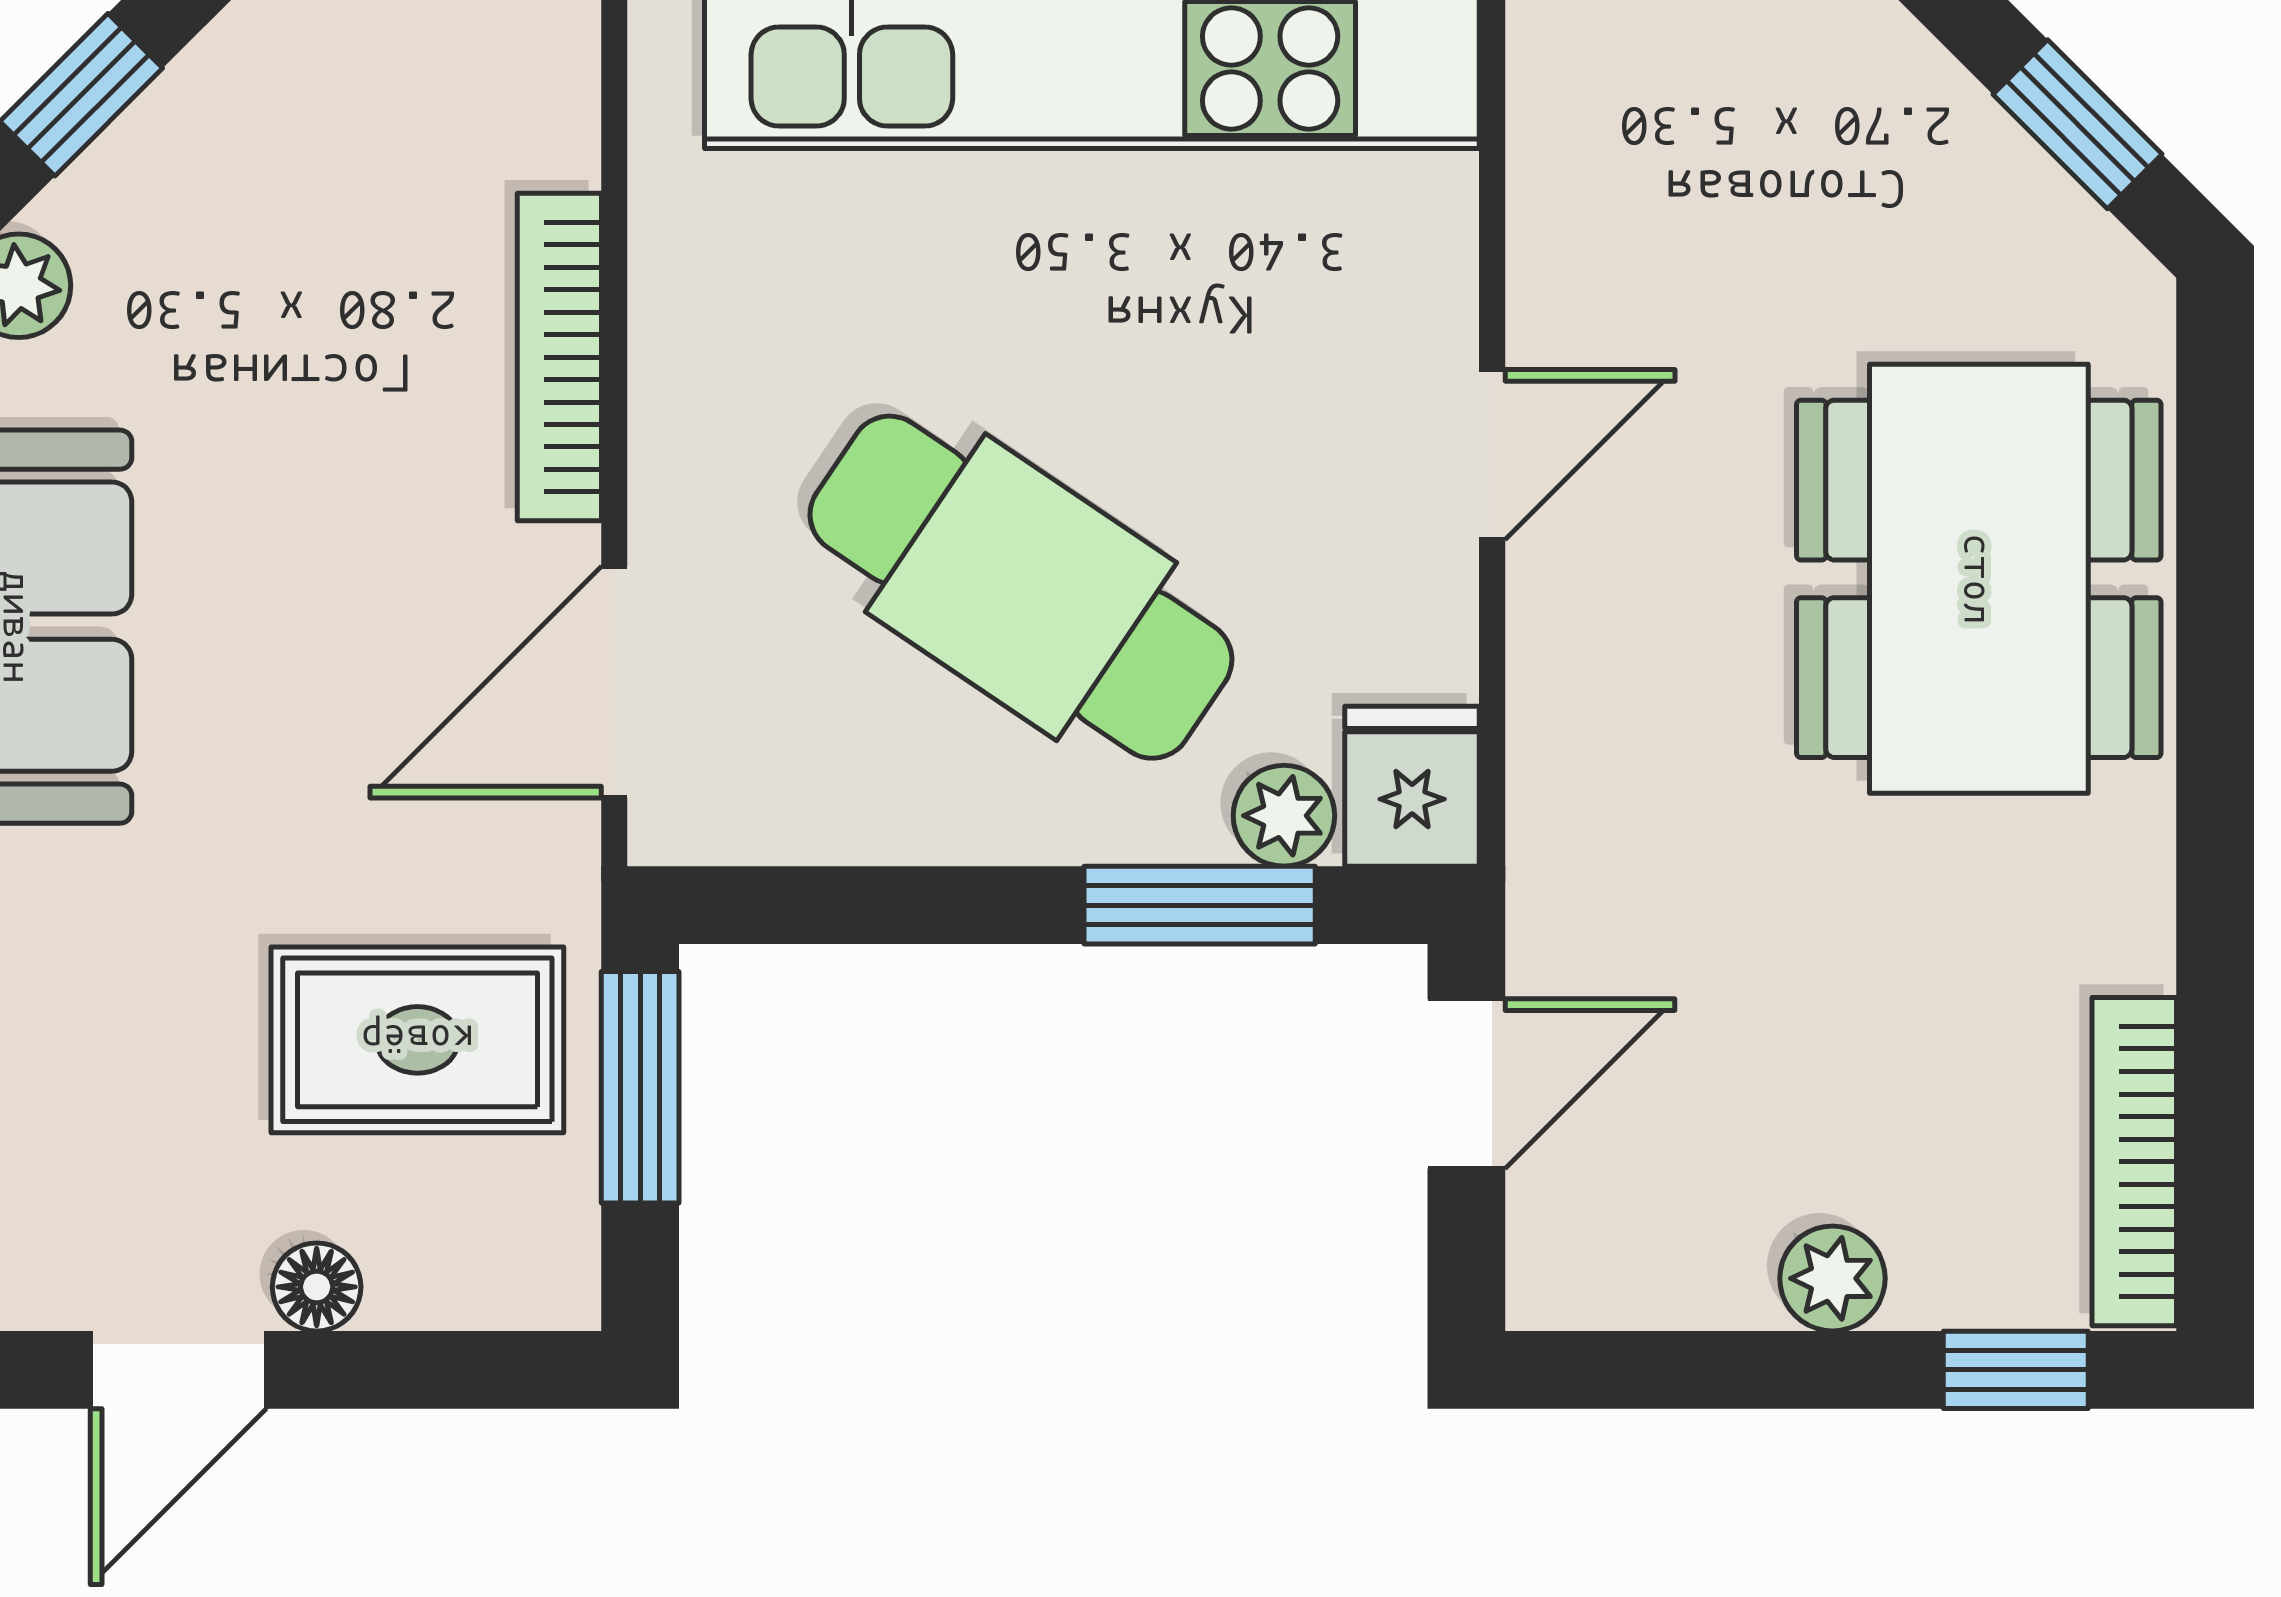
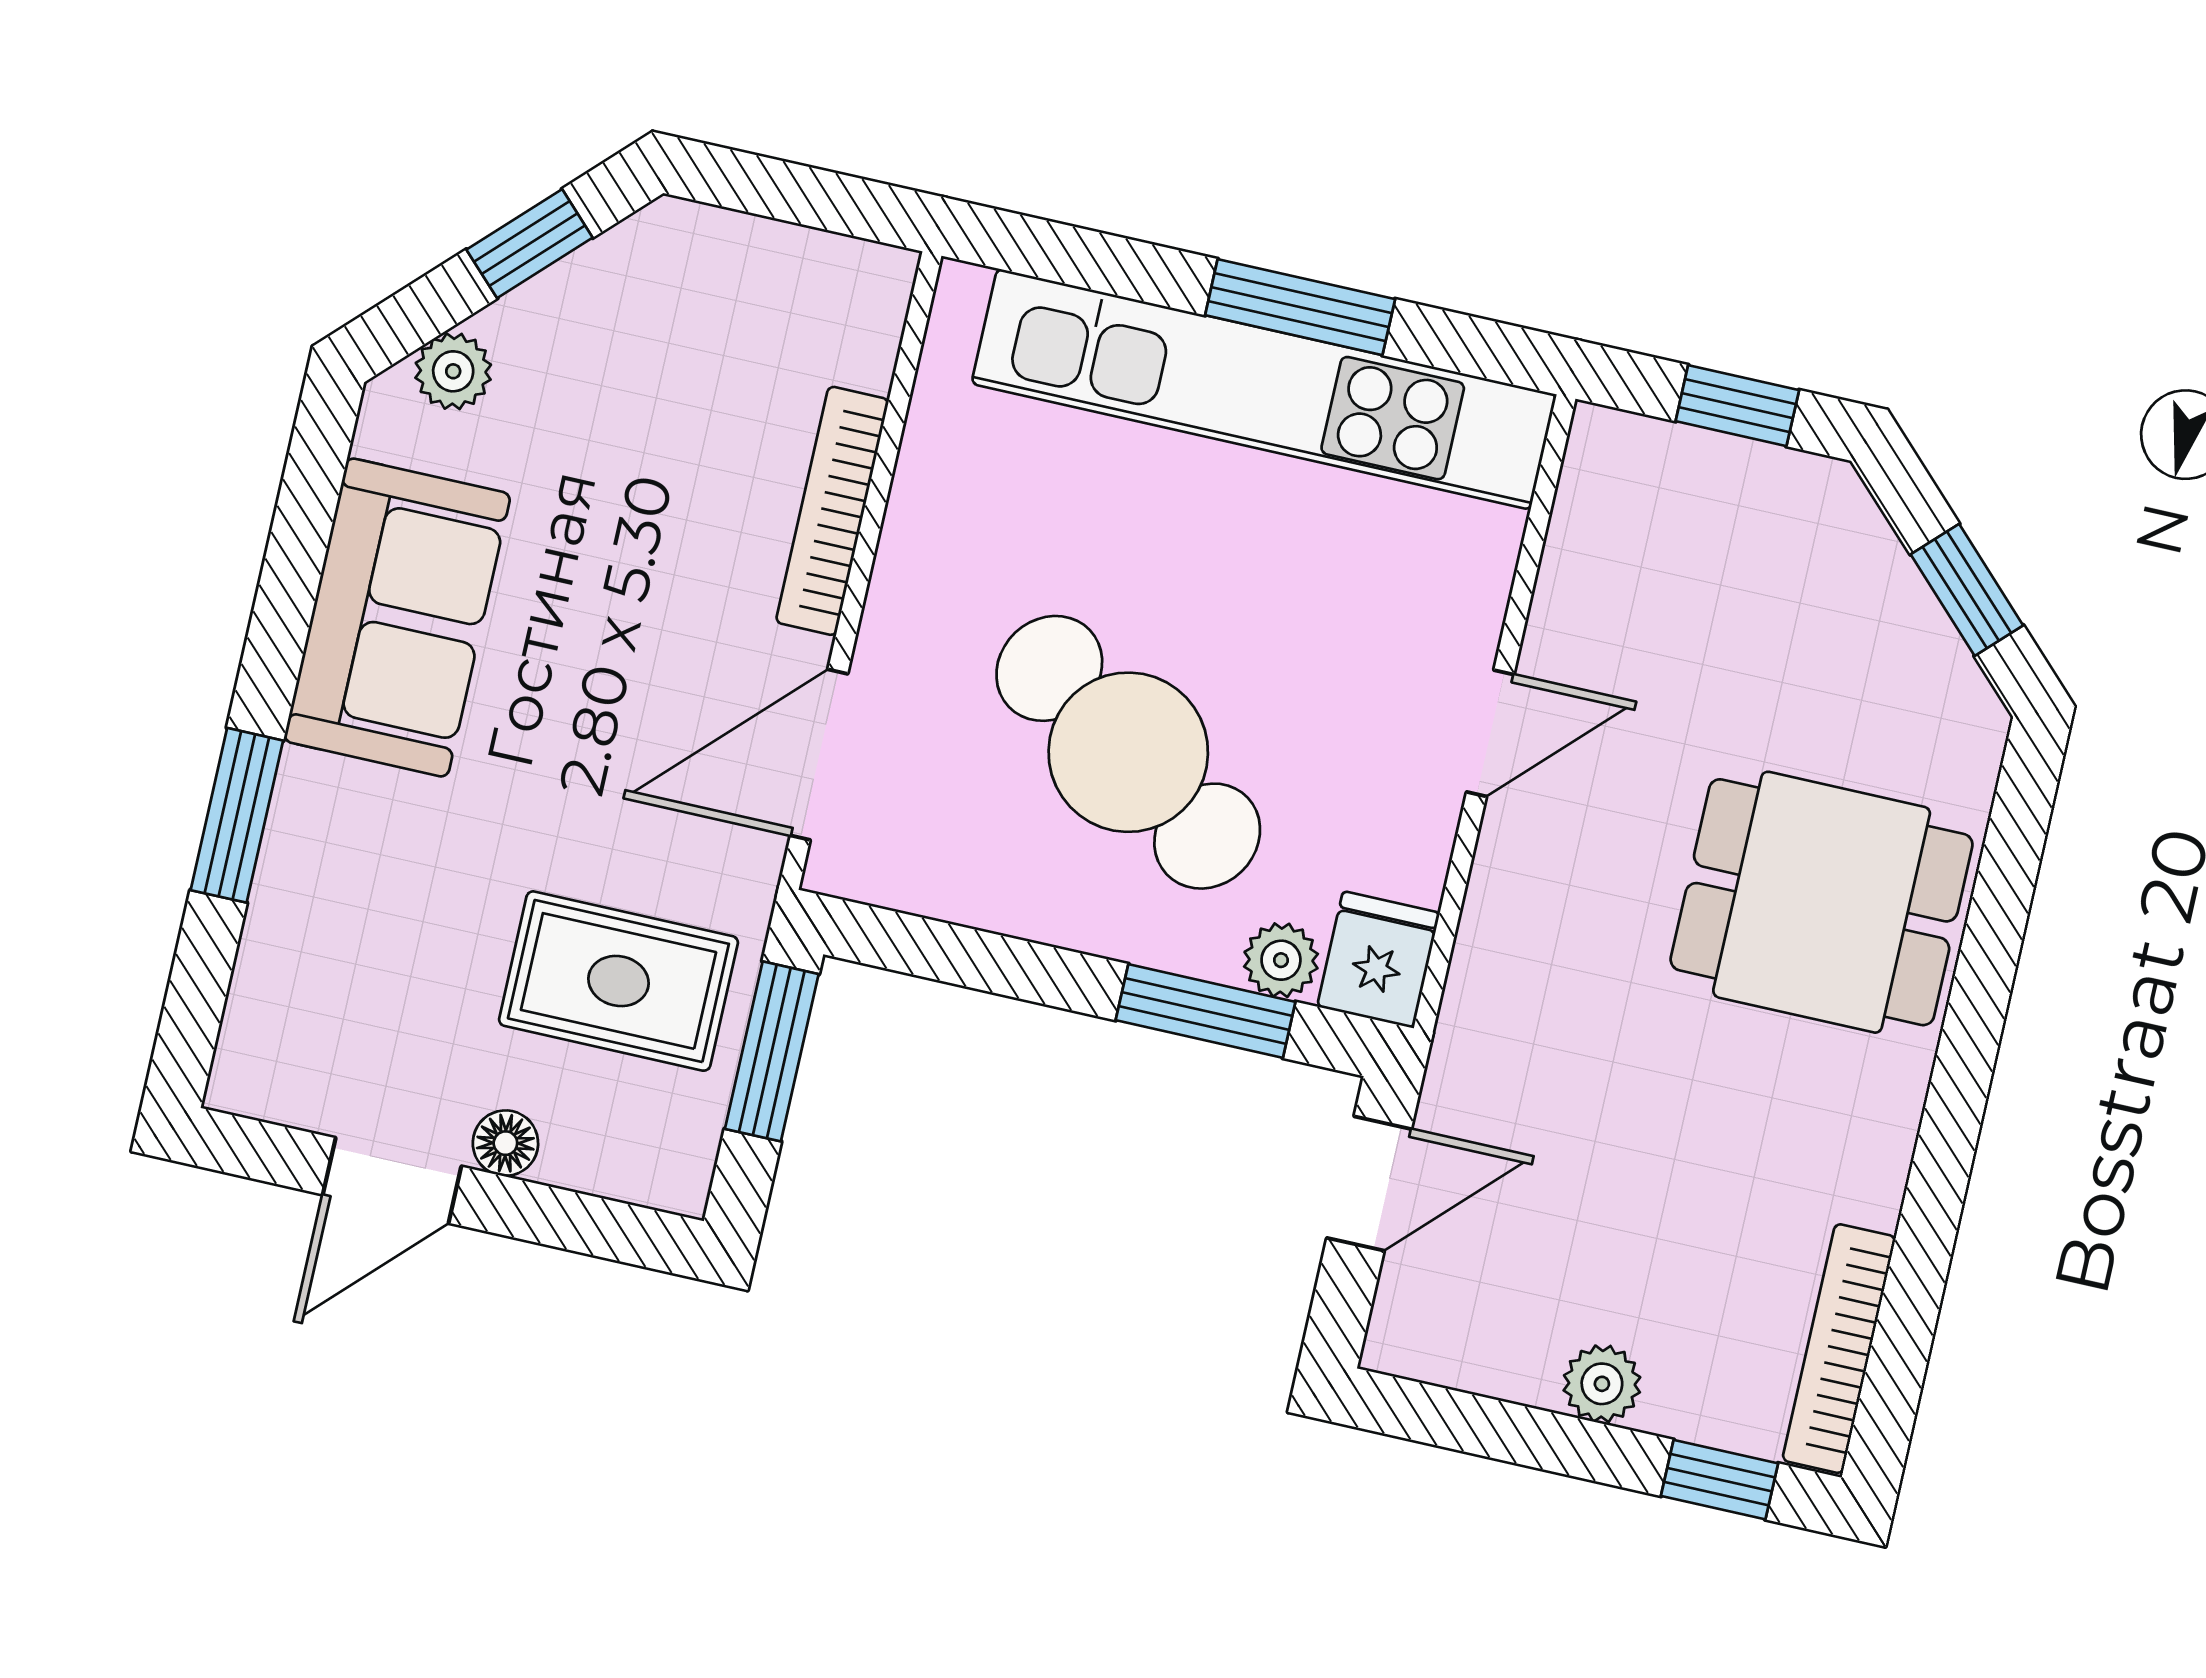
dining table: (1979, 579) -> (1822, 902), width x0.73

